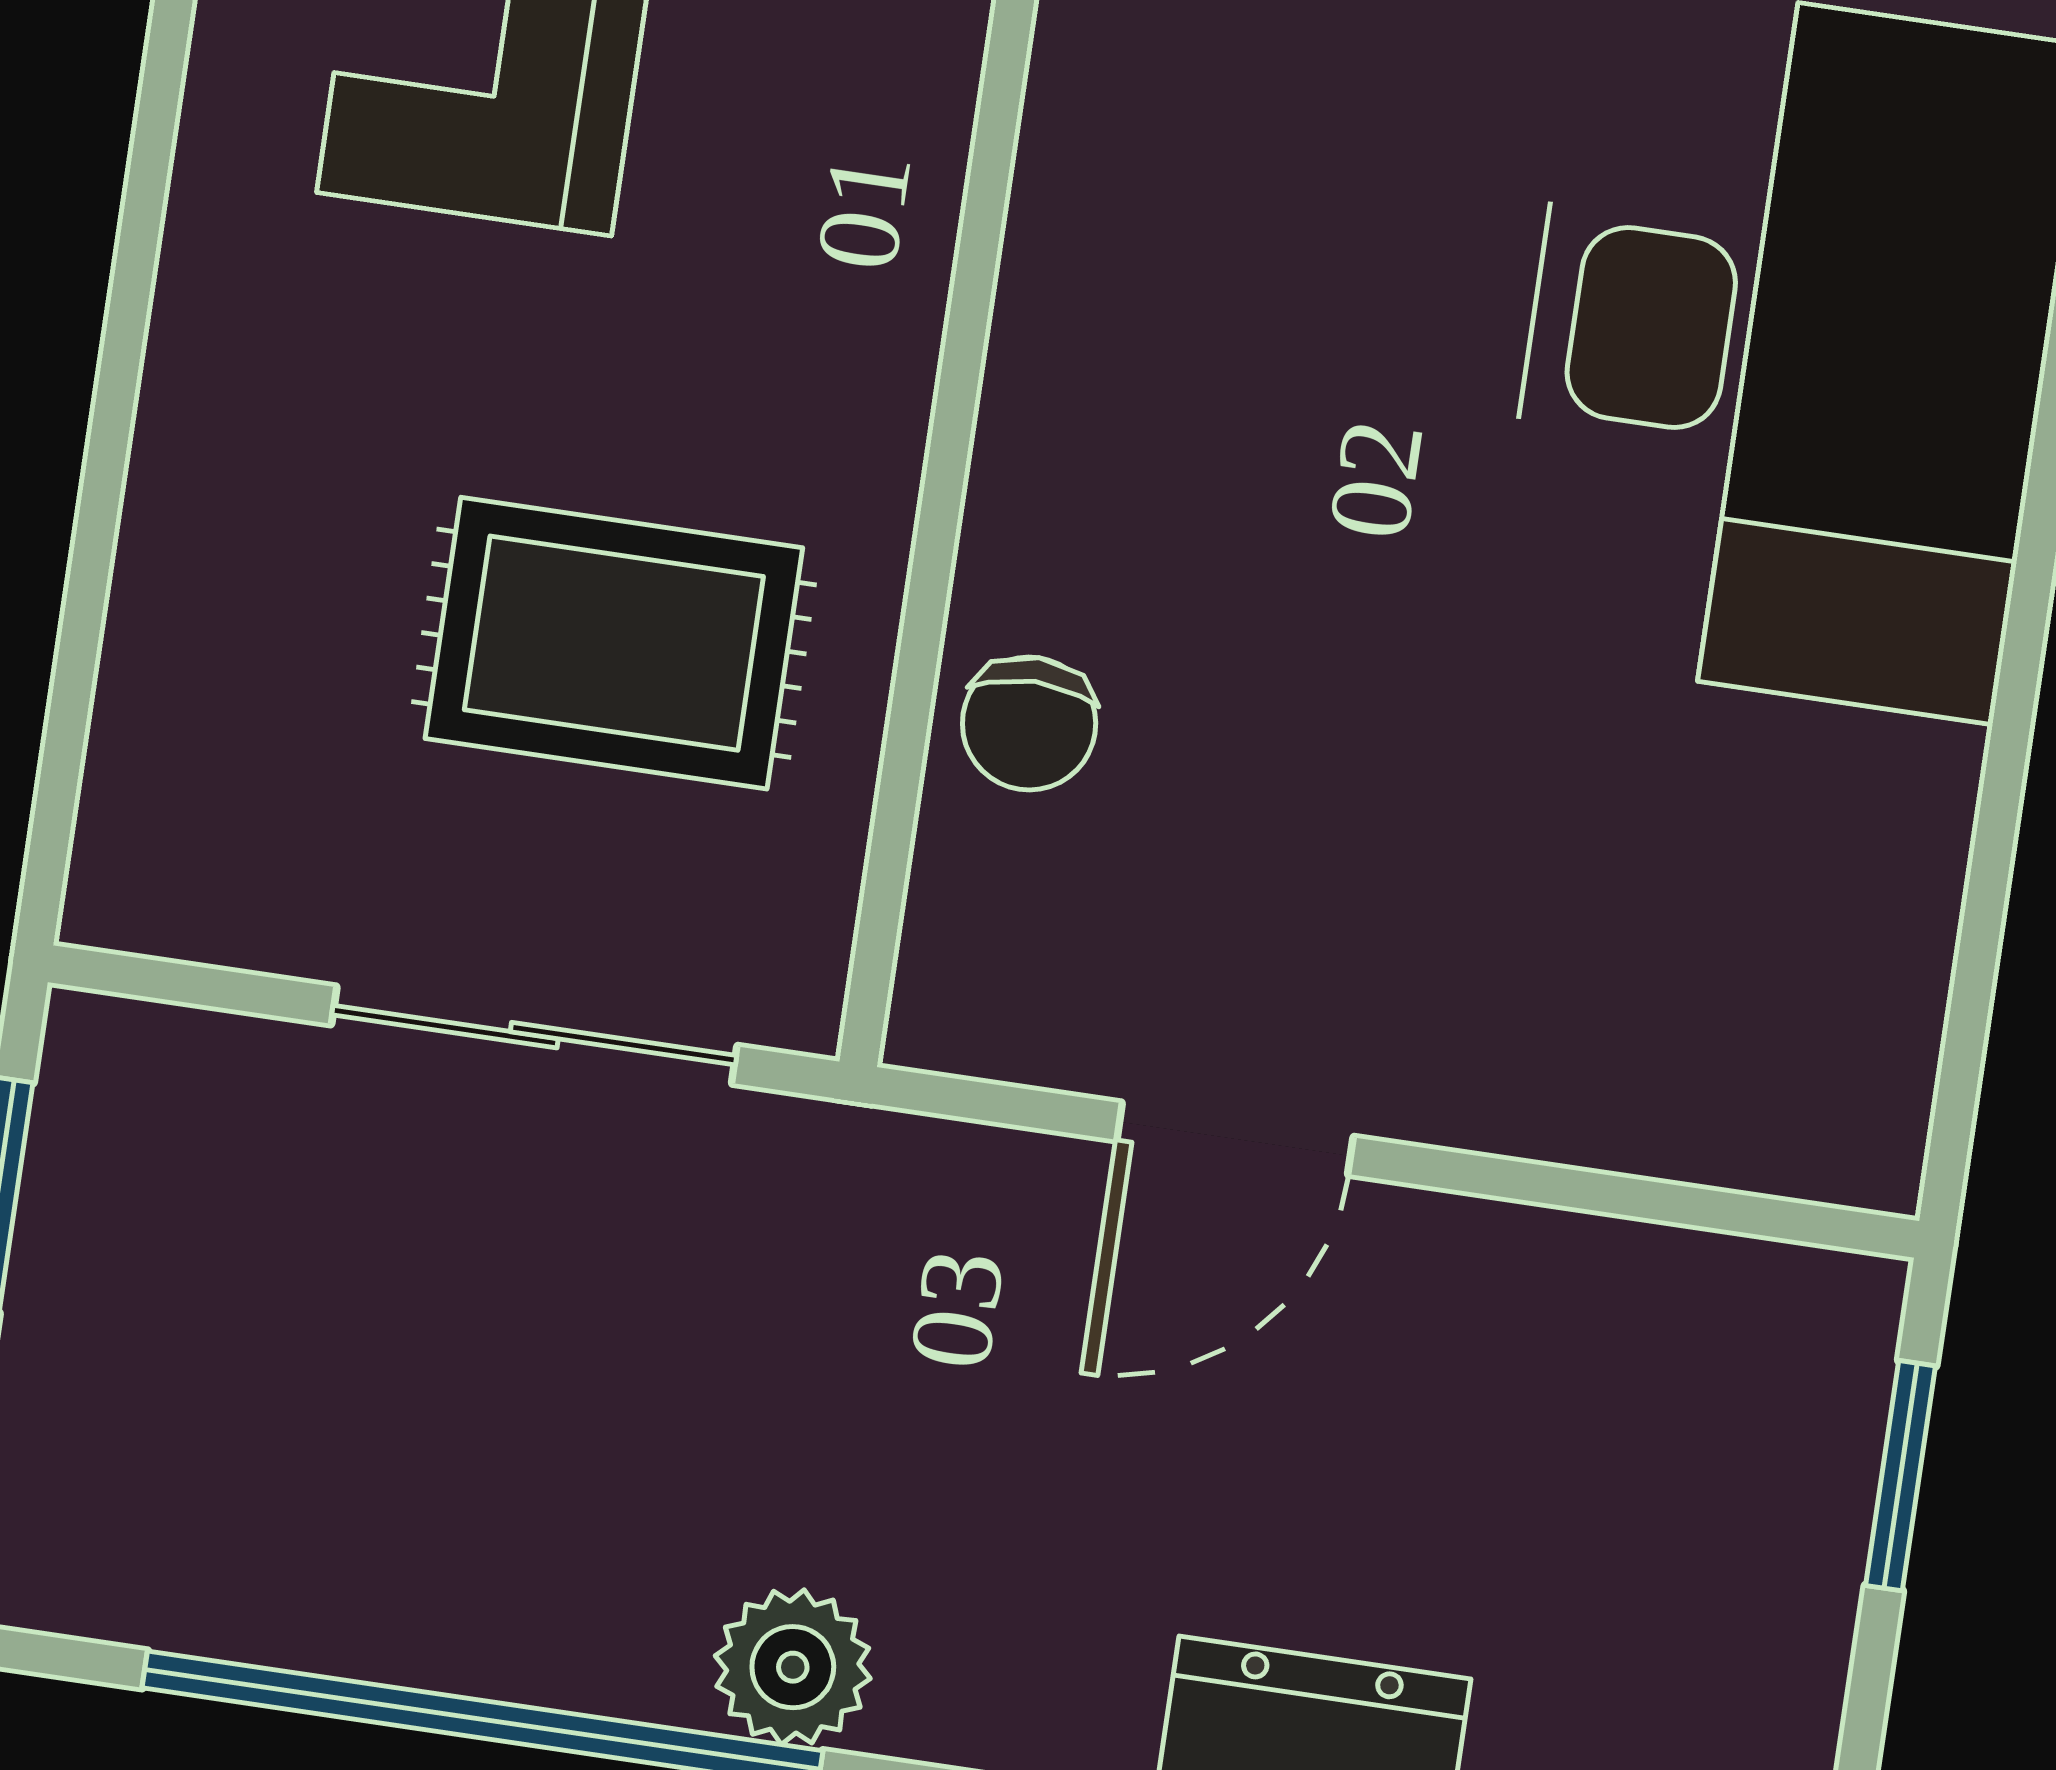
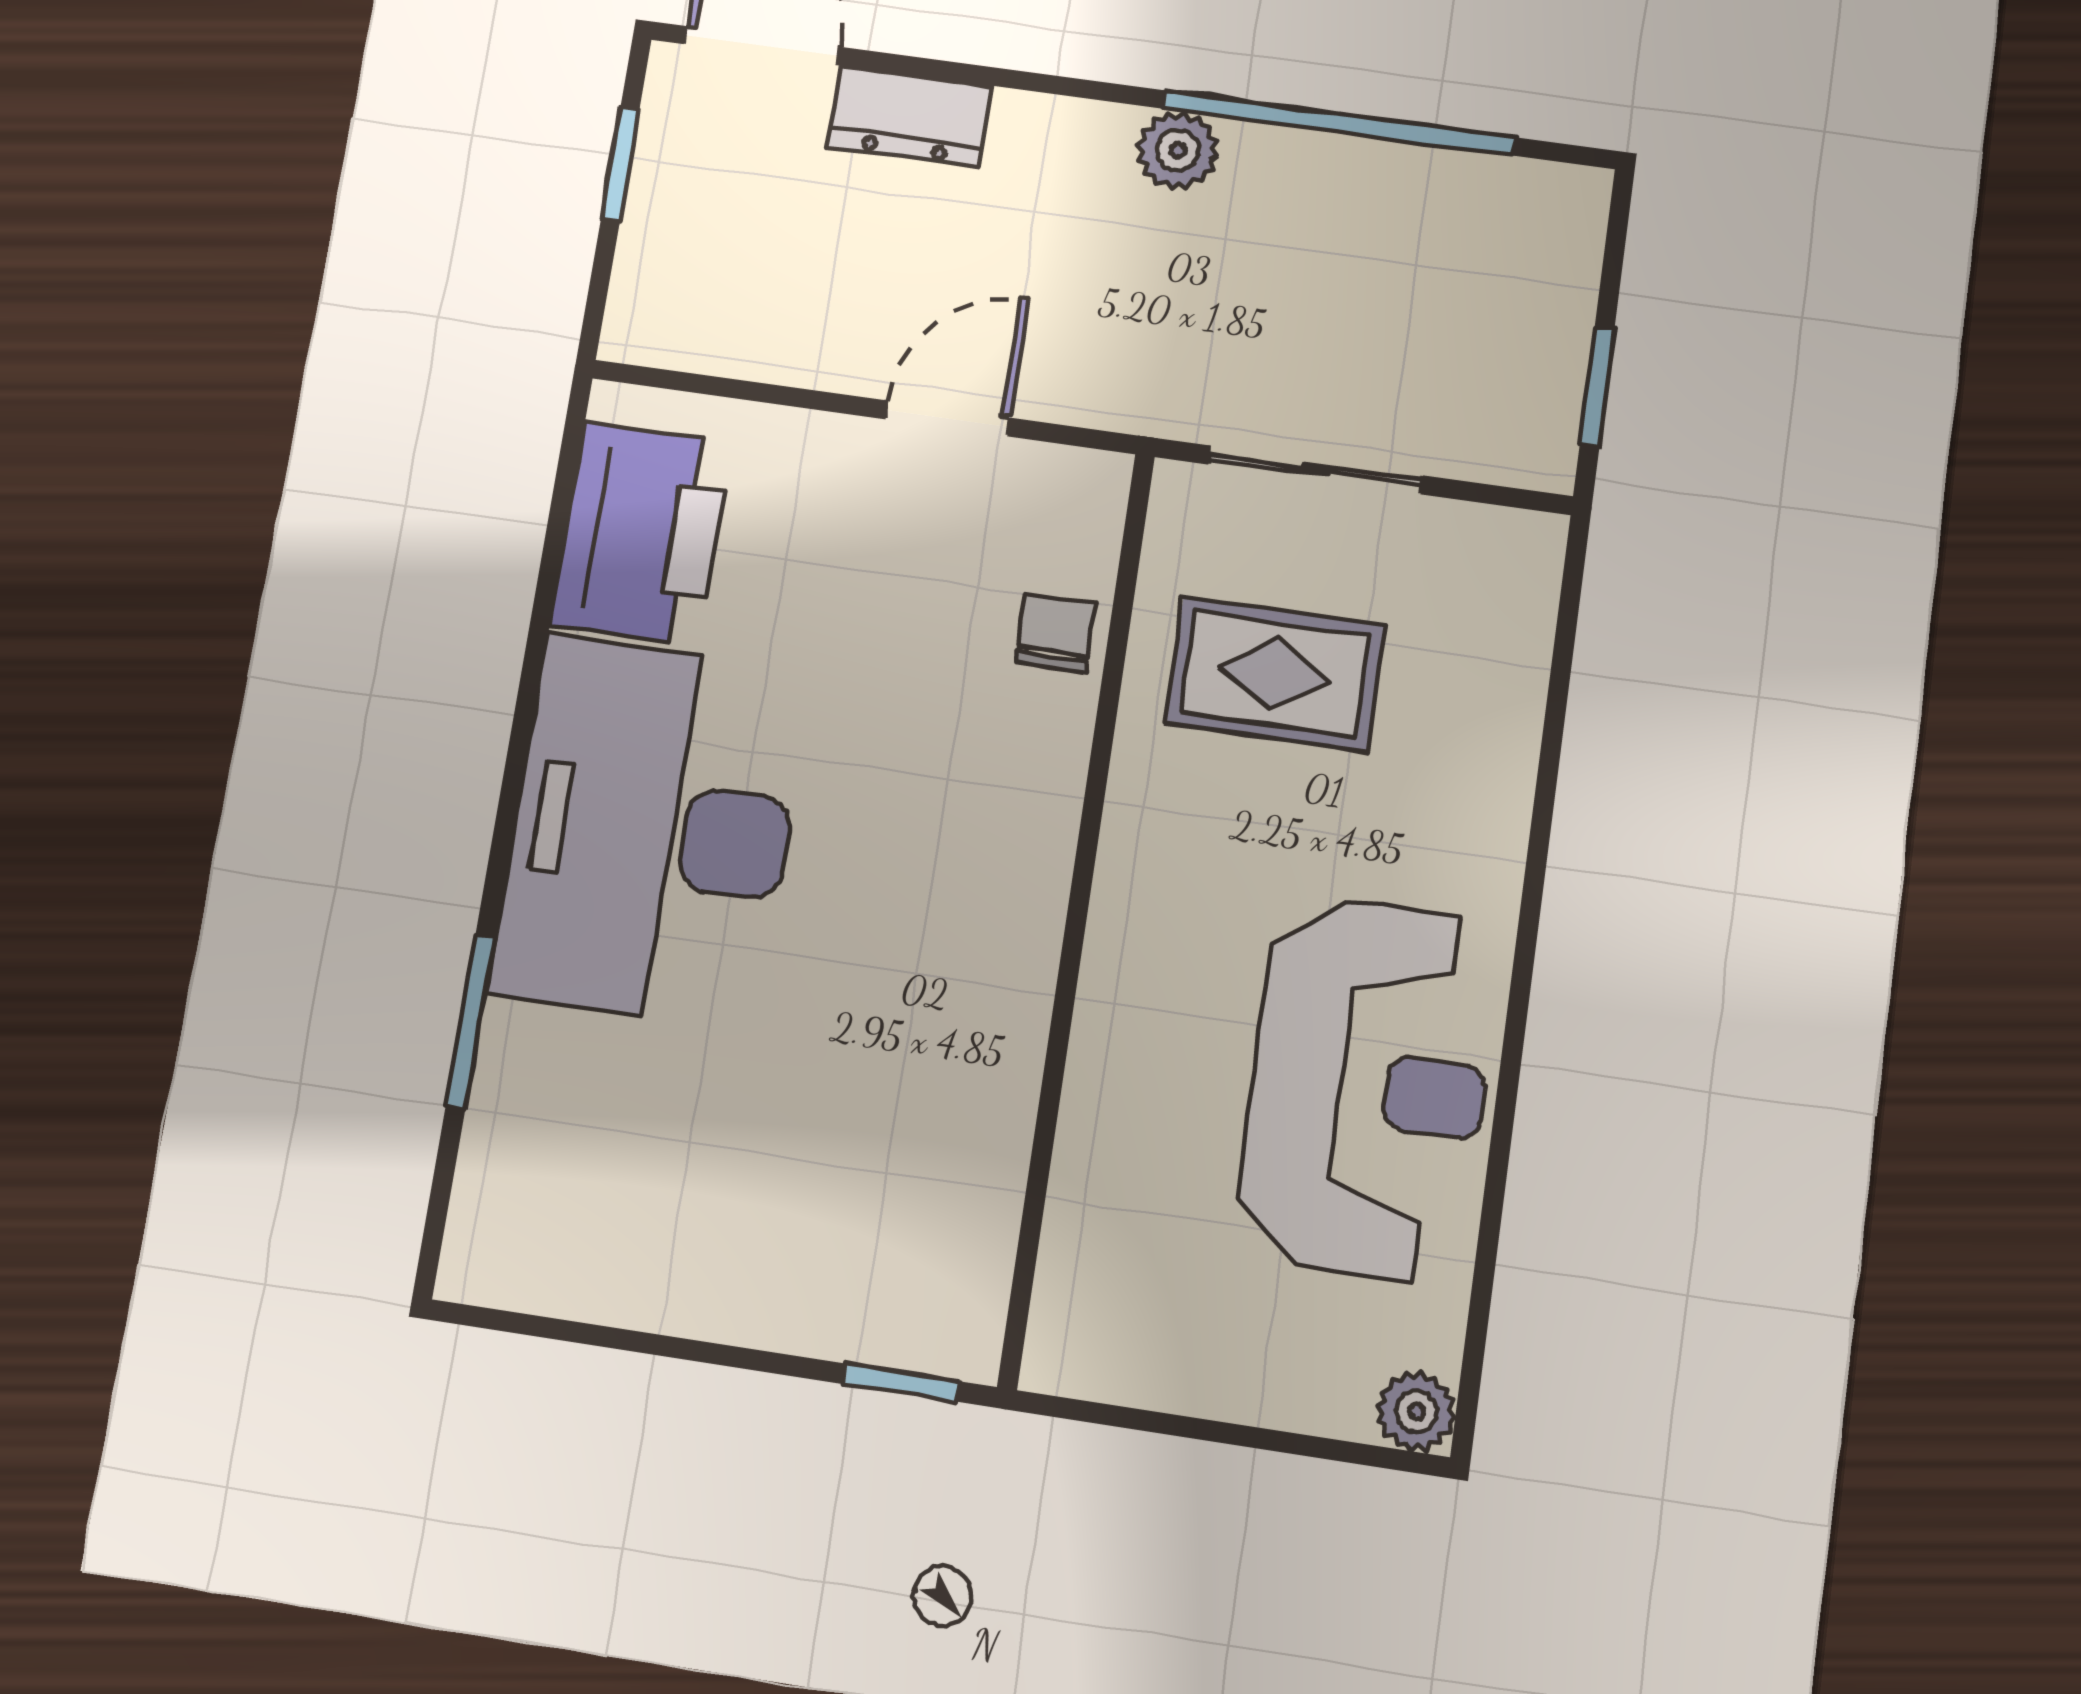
printer: (1819, 916) -> (641, 534), added
window: (1901, 1476) -> (620, 164), moved

